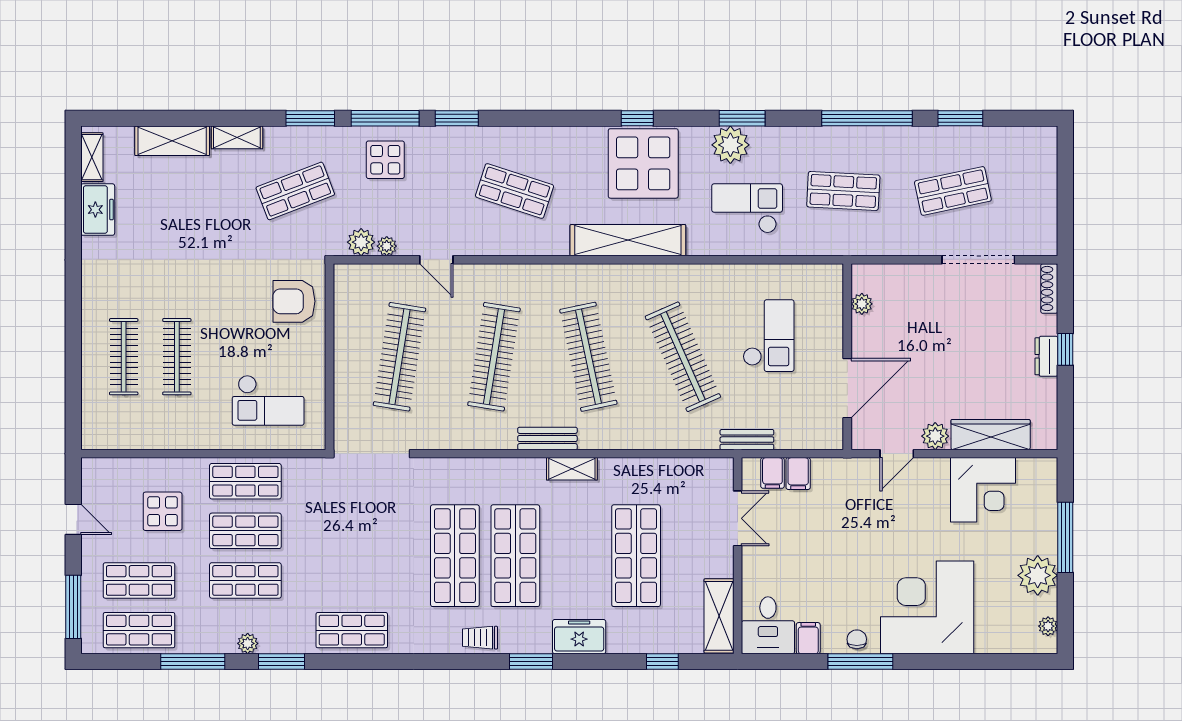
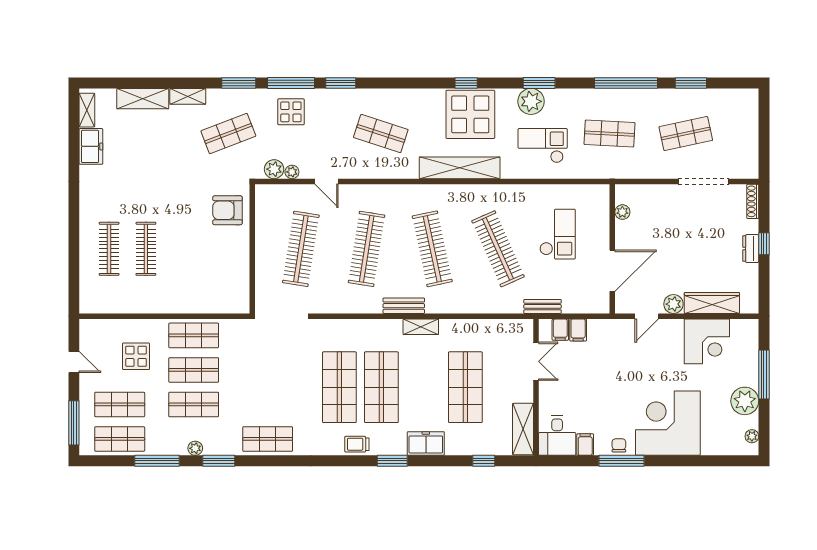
checkout: (268, 400) -> (209, 279), removed

